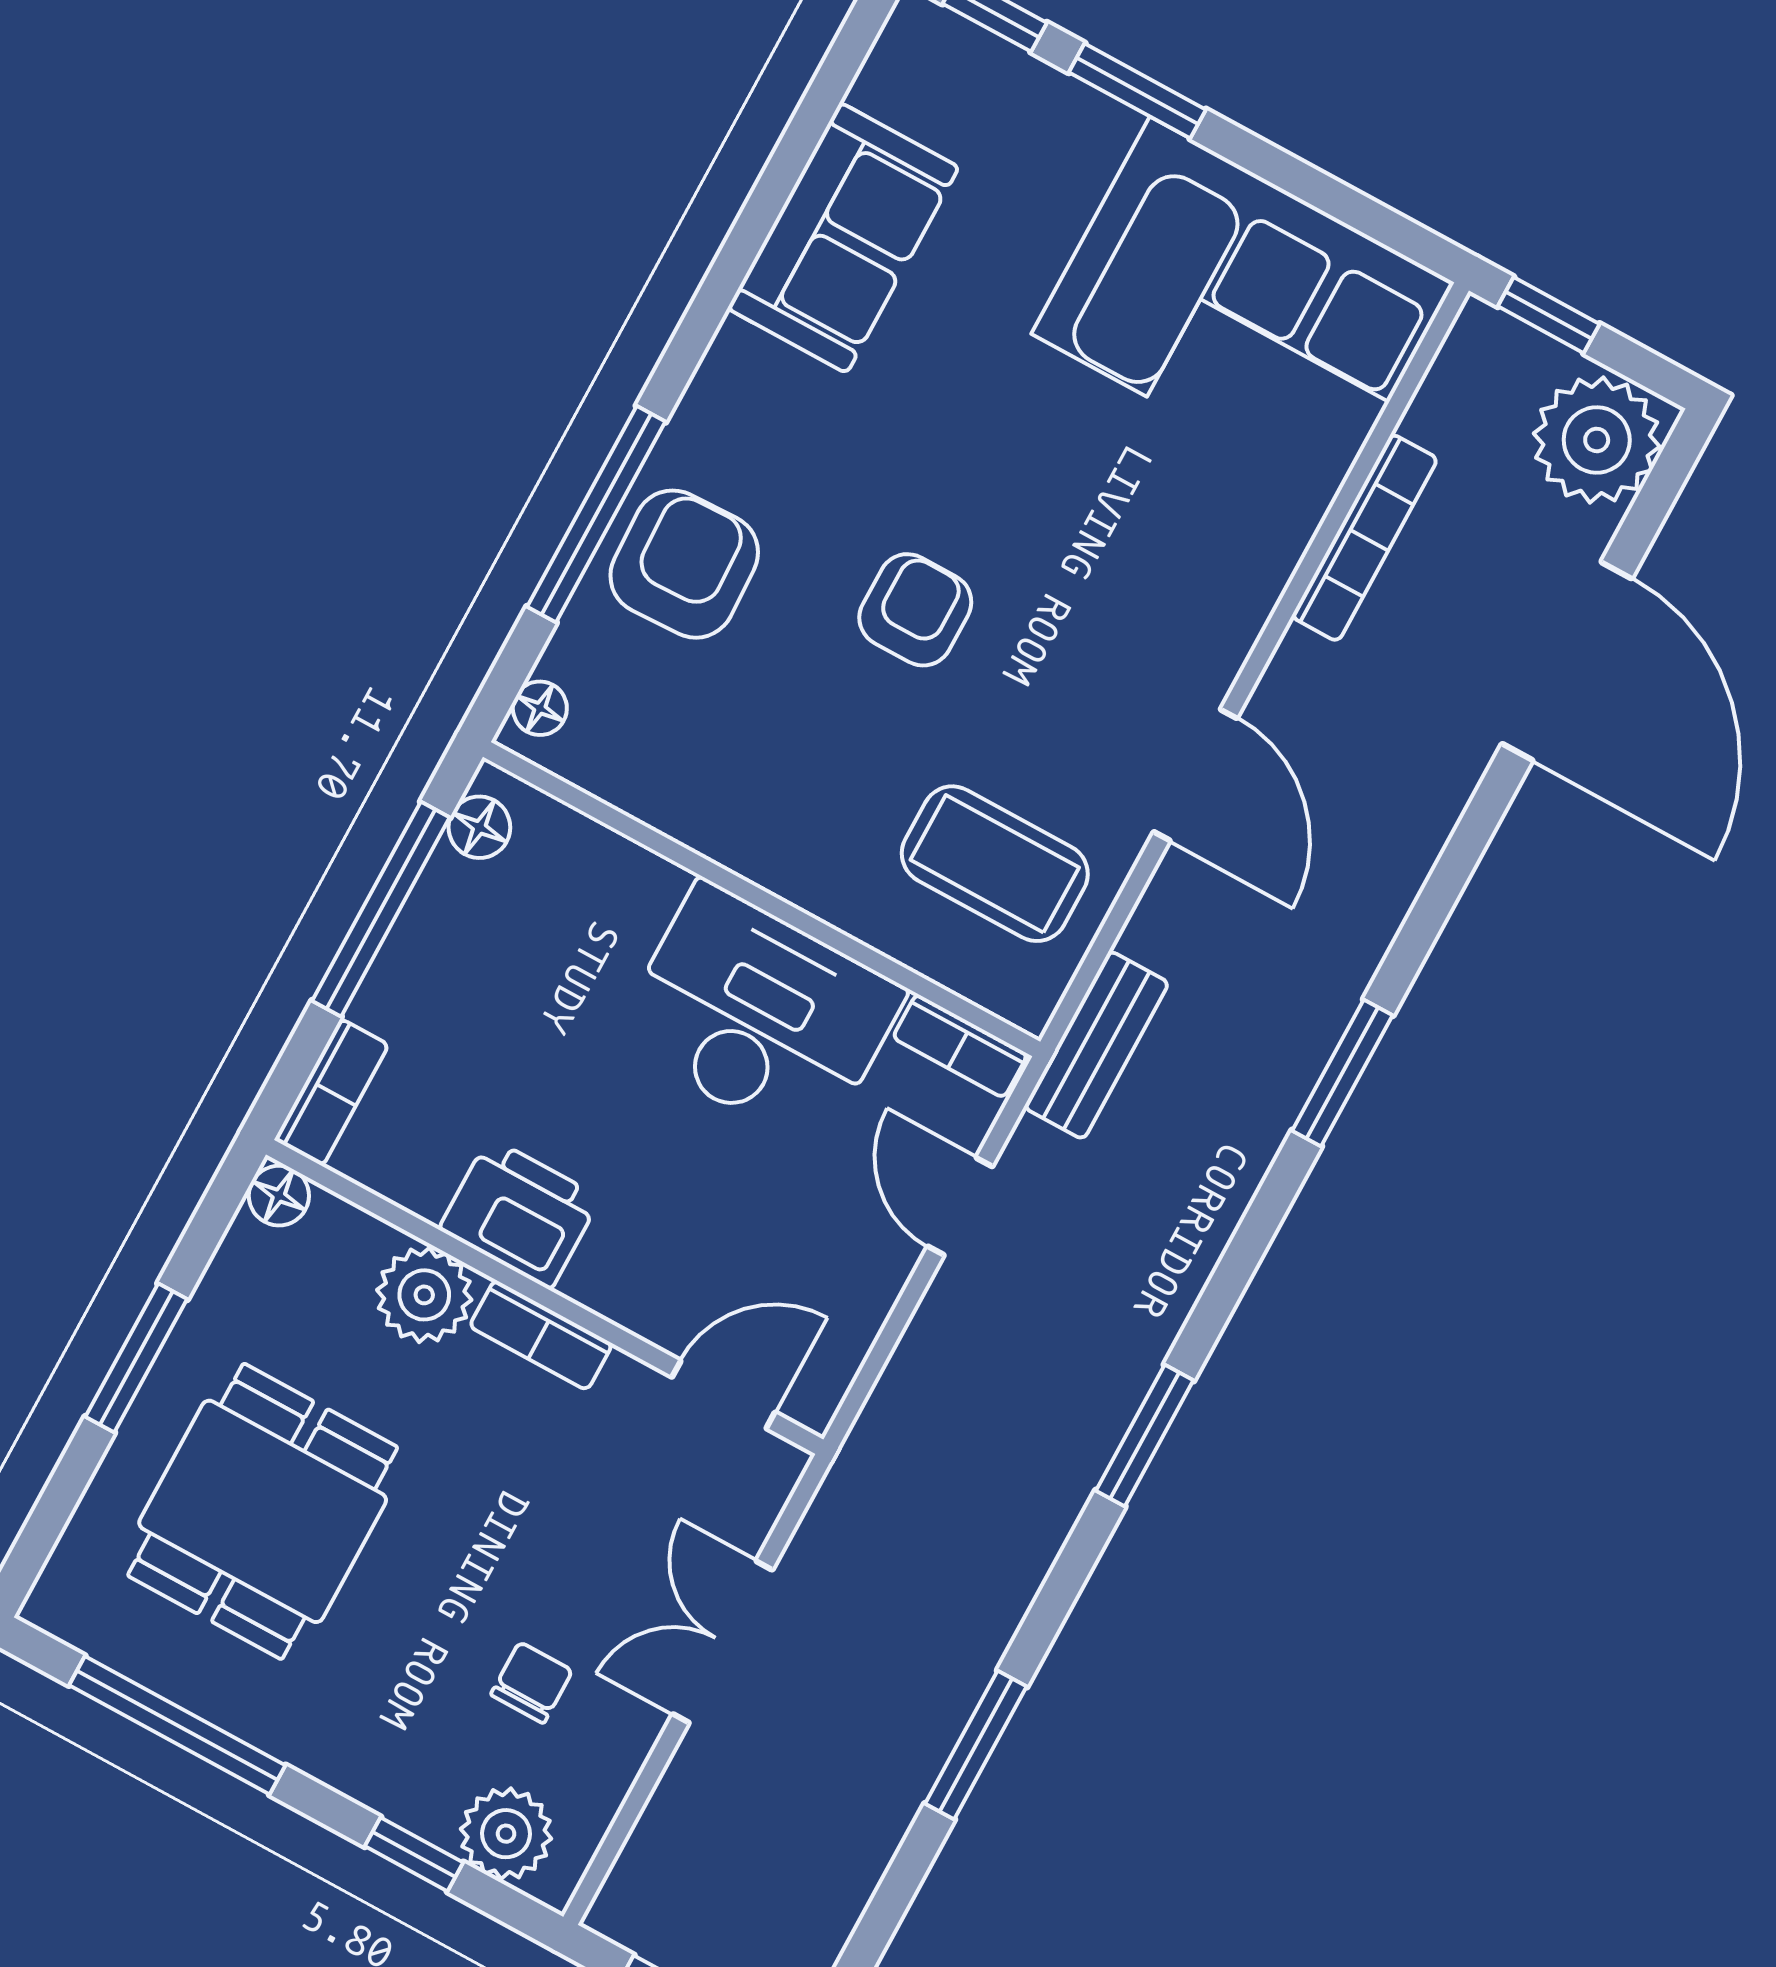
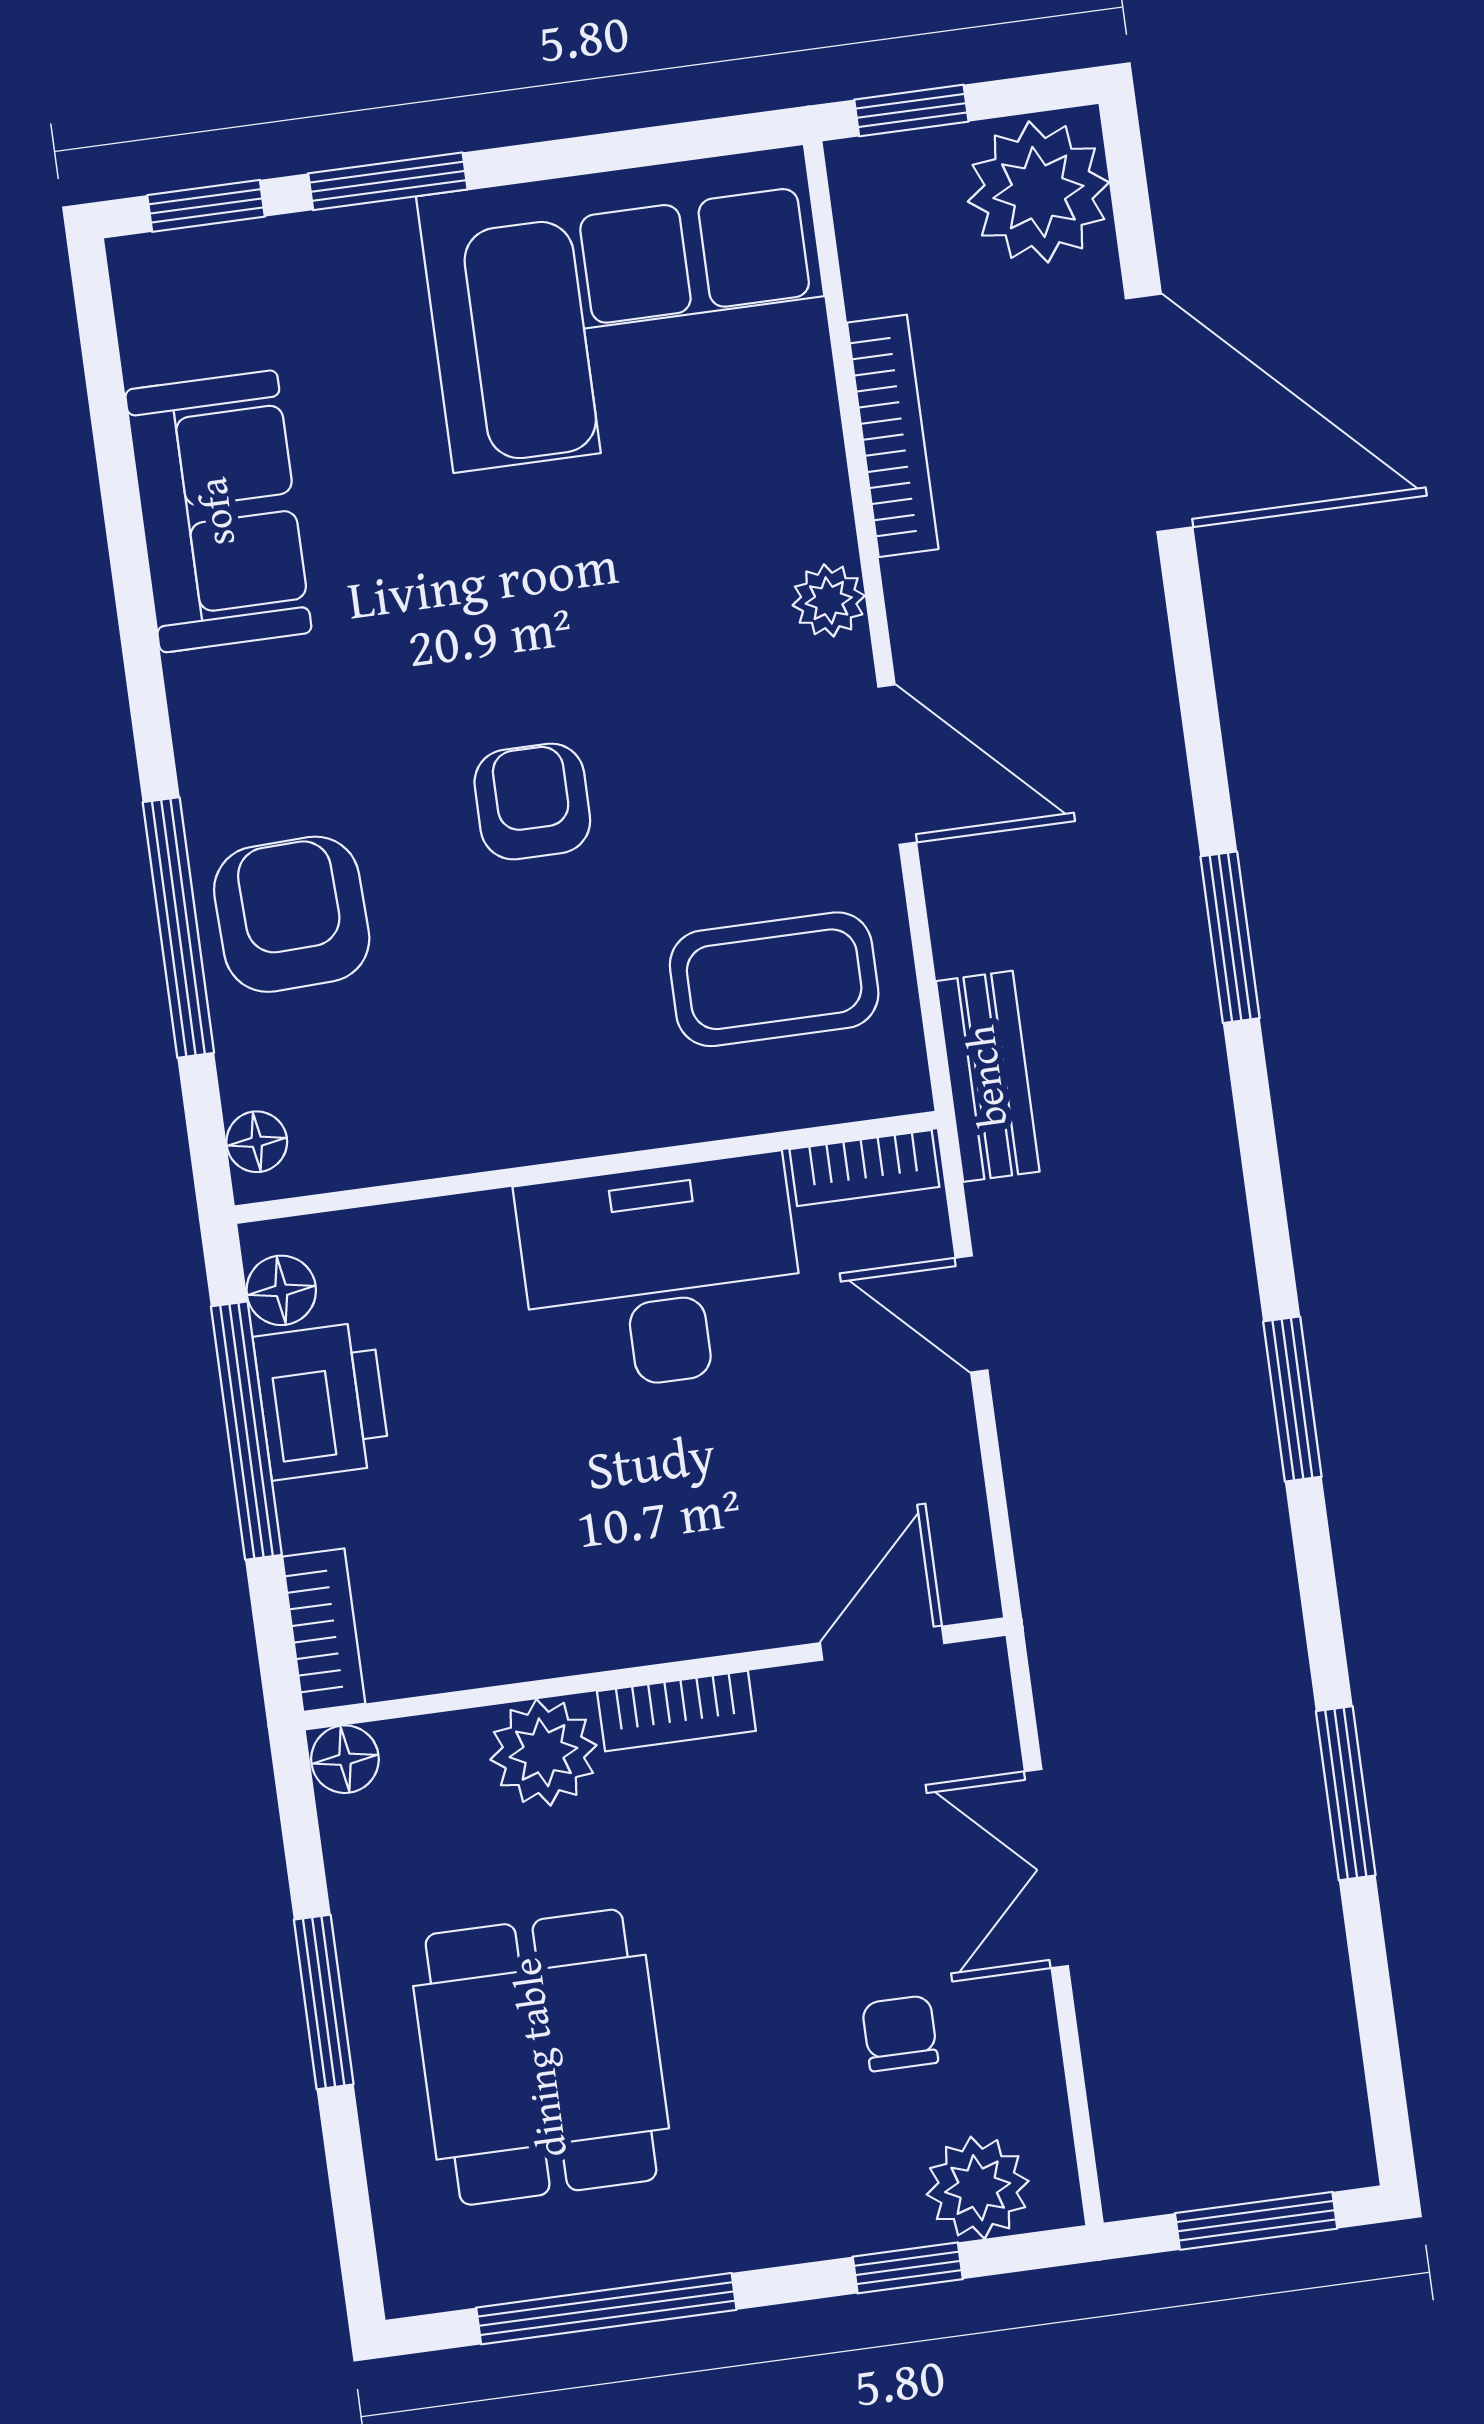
plant: (1232, 622) -> (829, 600), added
printer: (520, 1213) -> (322, 1401), moved, turned 90

